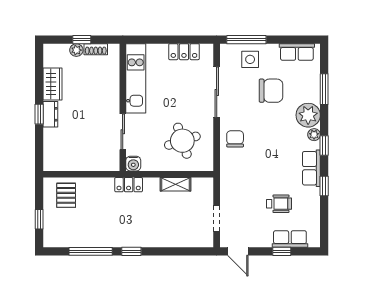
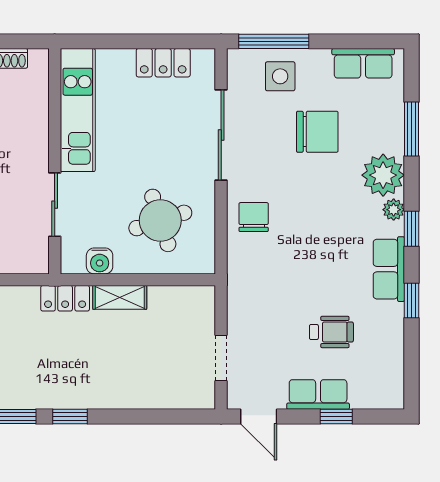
water cooler: (133, 164) -> (100, 261), moved
shelving: (175, 184) -> (120, 297), moved
row of seats: (290, 239) -> (318, 395), moved

